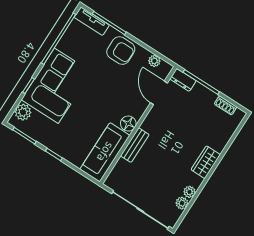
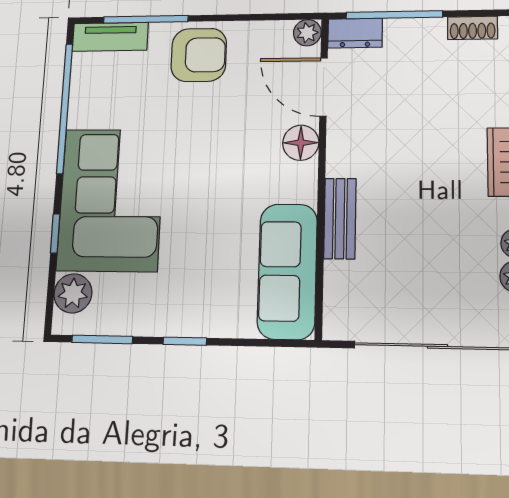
plant: (154, 61) -> (307, 33), moved
floor lamp: (128, 124) -> (301, 143), moved

